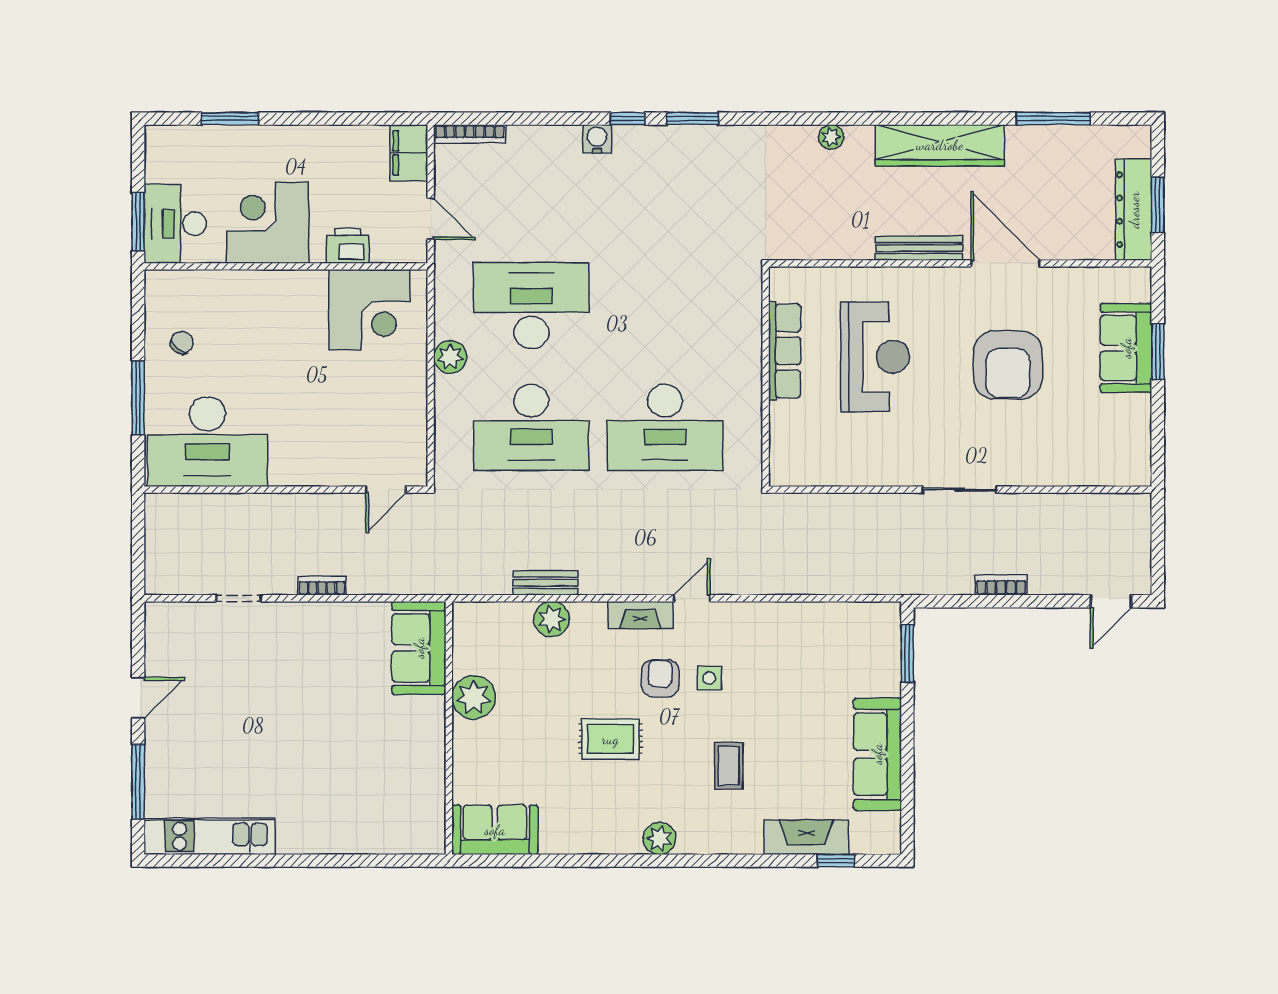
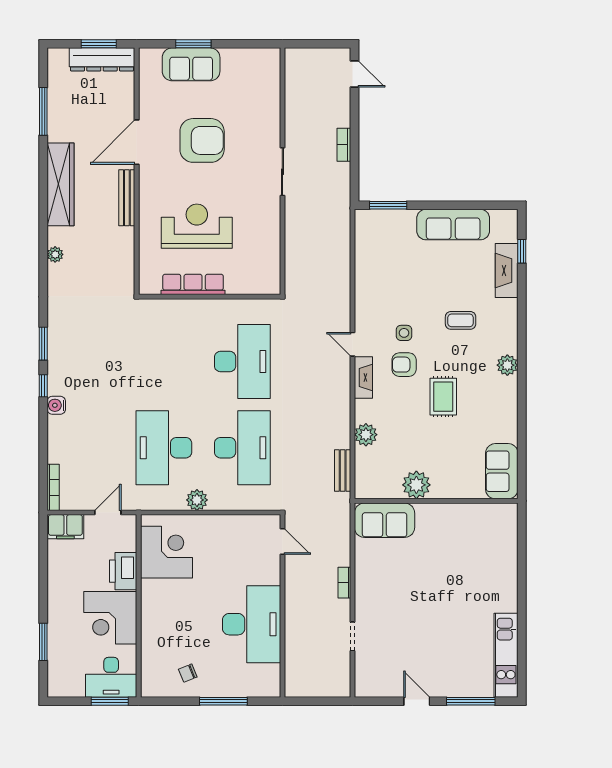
printer: (348, 246) -> (123, 571), width x1.37, depth x1.19
chair: (182, 343) -> (188, 673), turned -58
desk: (207, 442) -> (252, 624), moved
bench: (545, 583) -> (343, 470), moved

